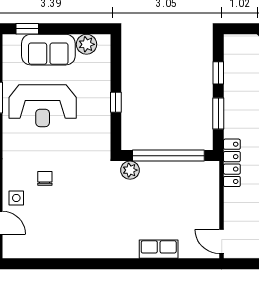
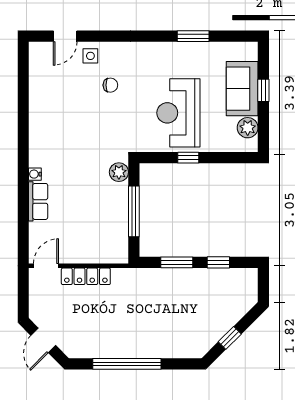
window: (27, 29) -> (263, 90), moved
reception desk: (43, 106) -> (178, 113), moved
window: (168, 156) -> (134, 211), width x0.68
locker: (232, 163) -> (86, 276), moved
water cooler: (132, 252) -> (35, 174), added

